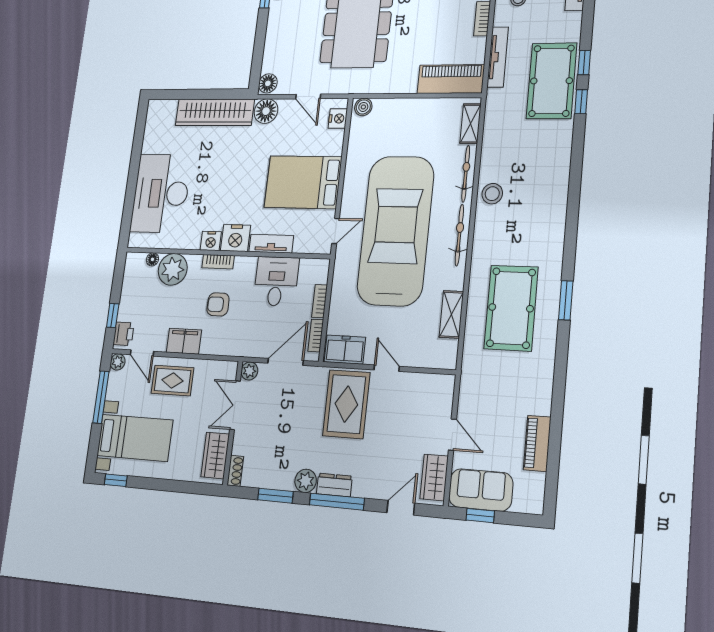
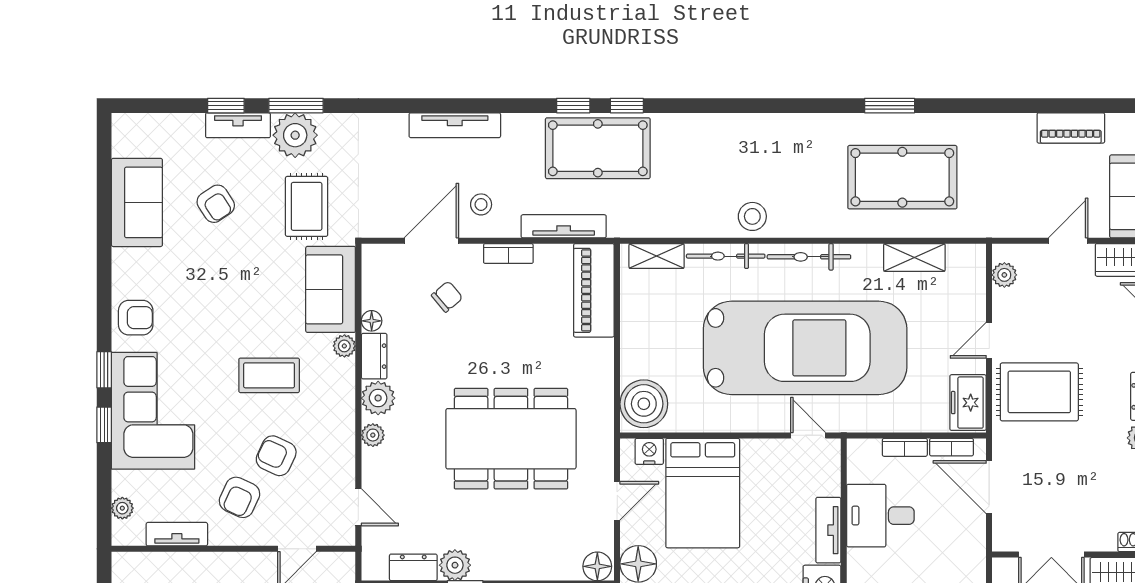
boiler: (363, 107) -> (644, 404), width x1.86, depth x1.86
bed: (303, 182) -> (703, 493), moved
car: (396, 230) -> (805, 348), turned 180
plant: (249, 371) -> (1004, 275), moved

